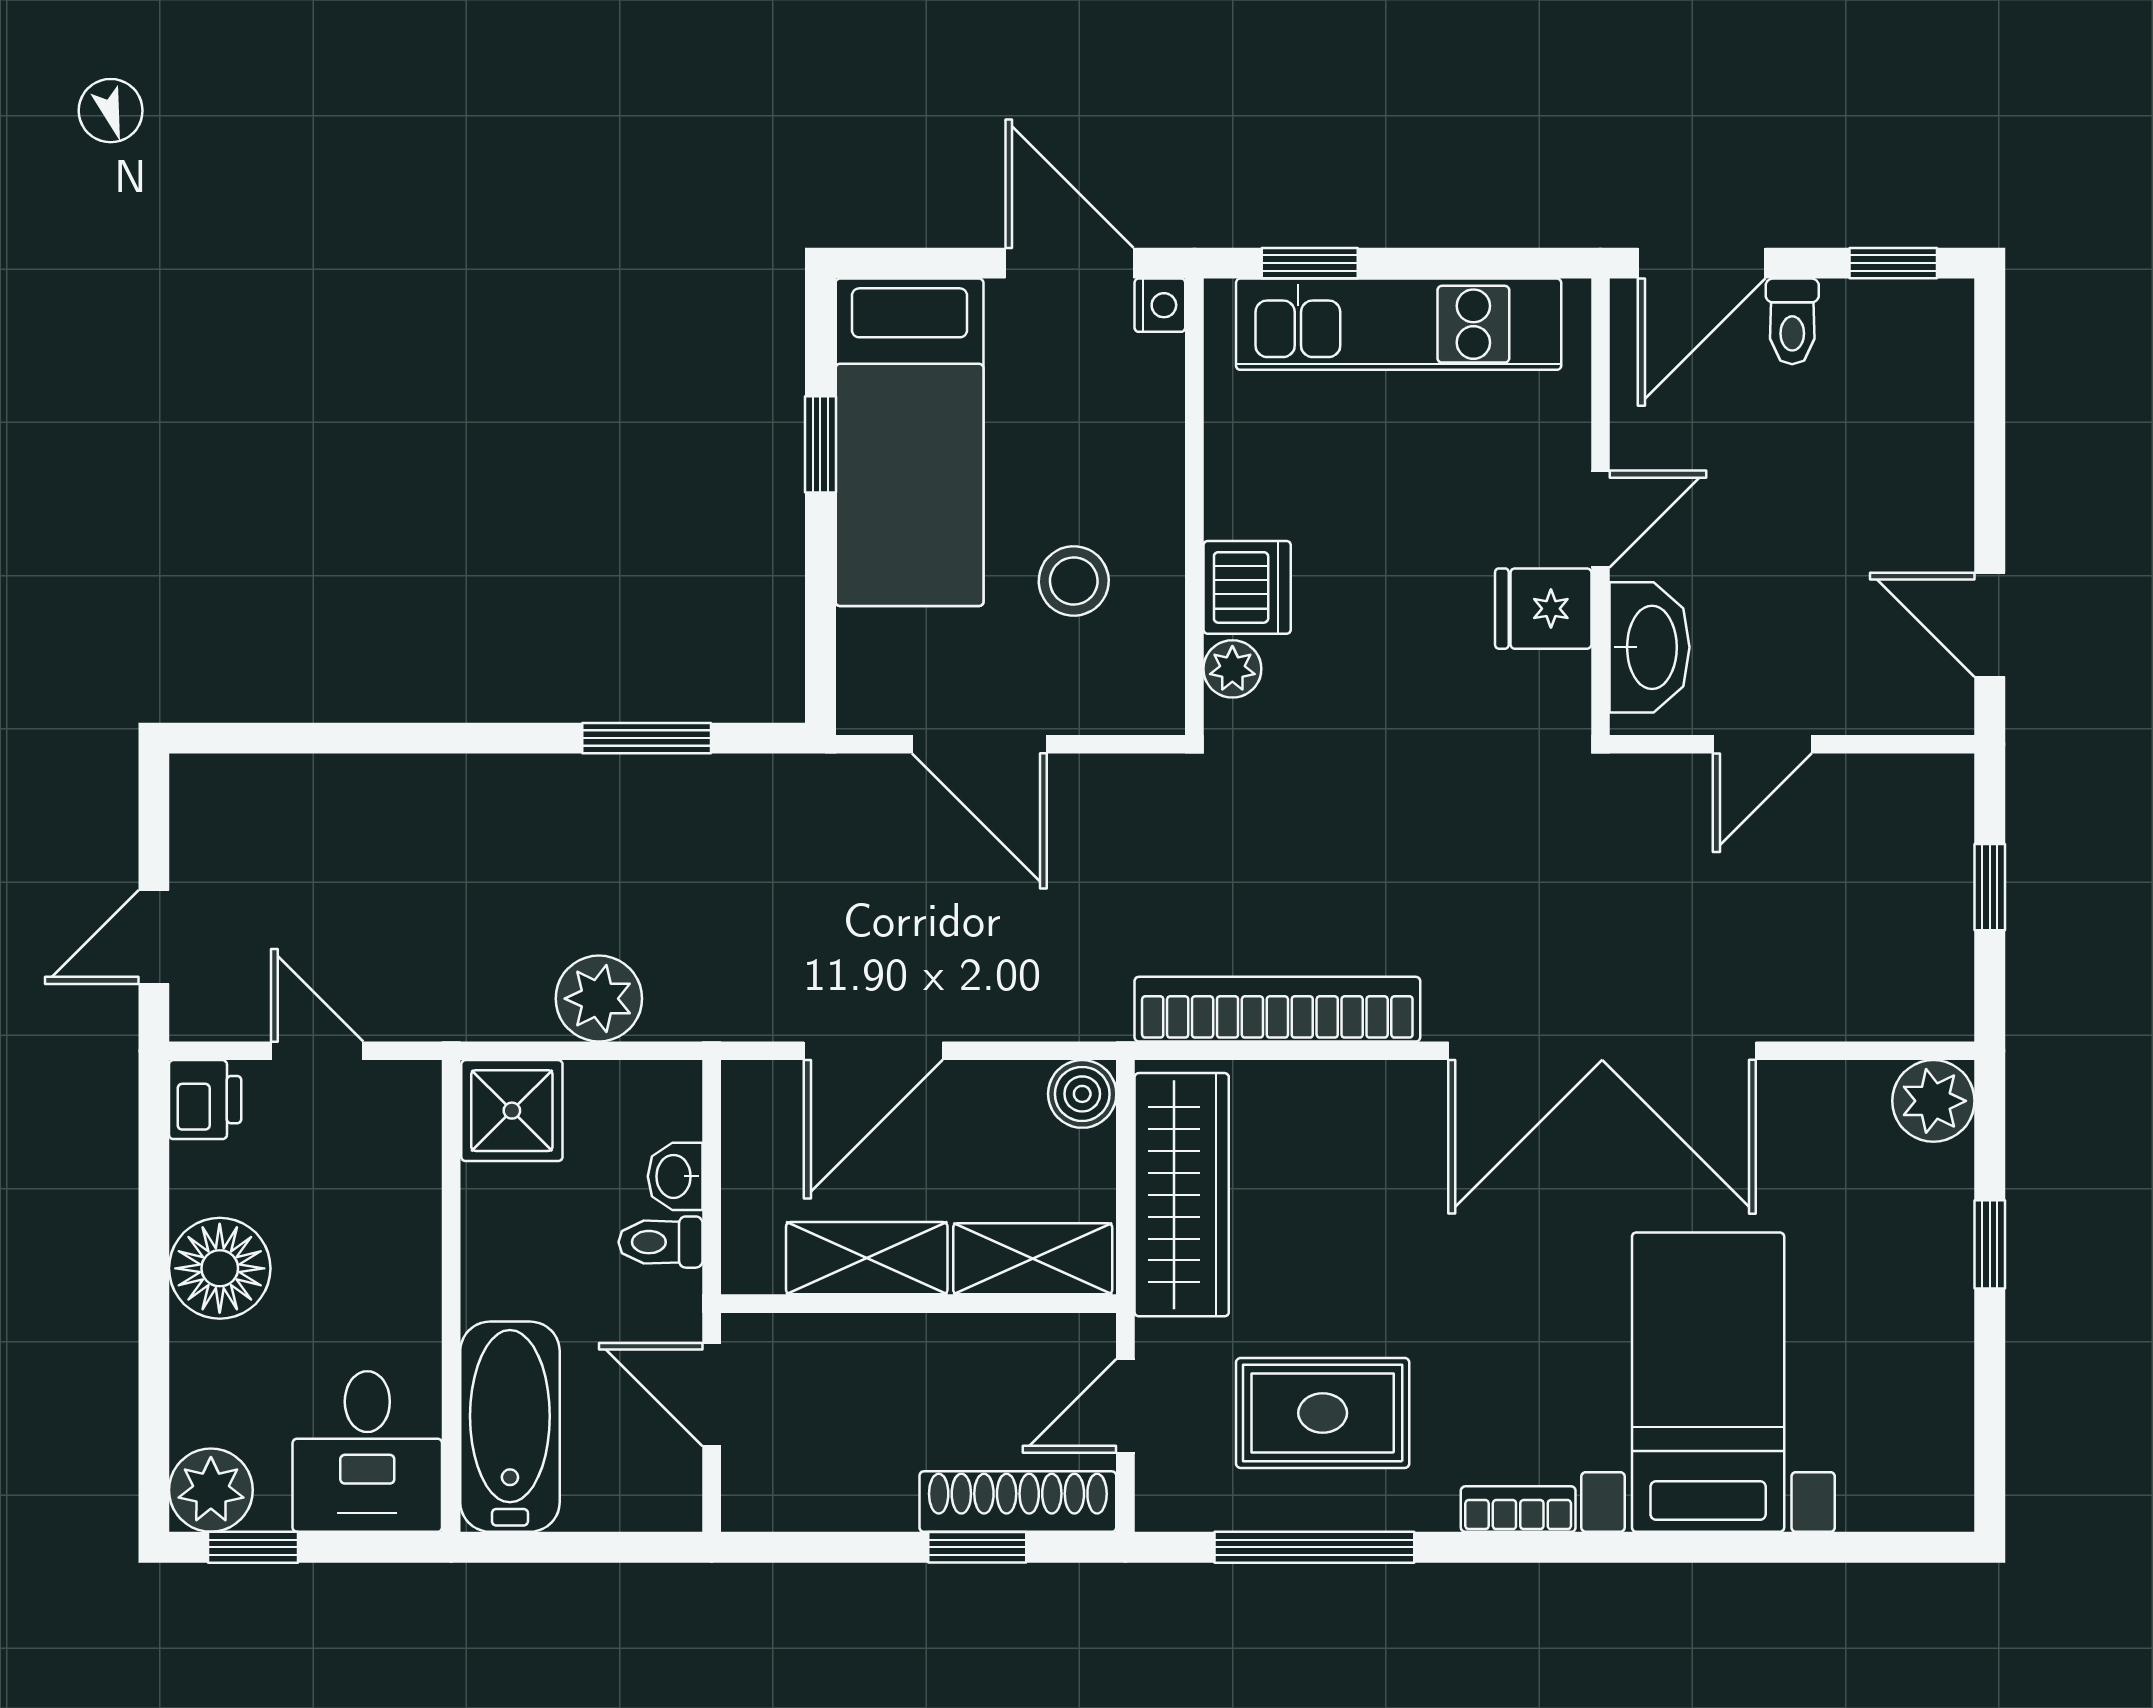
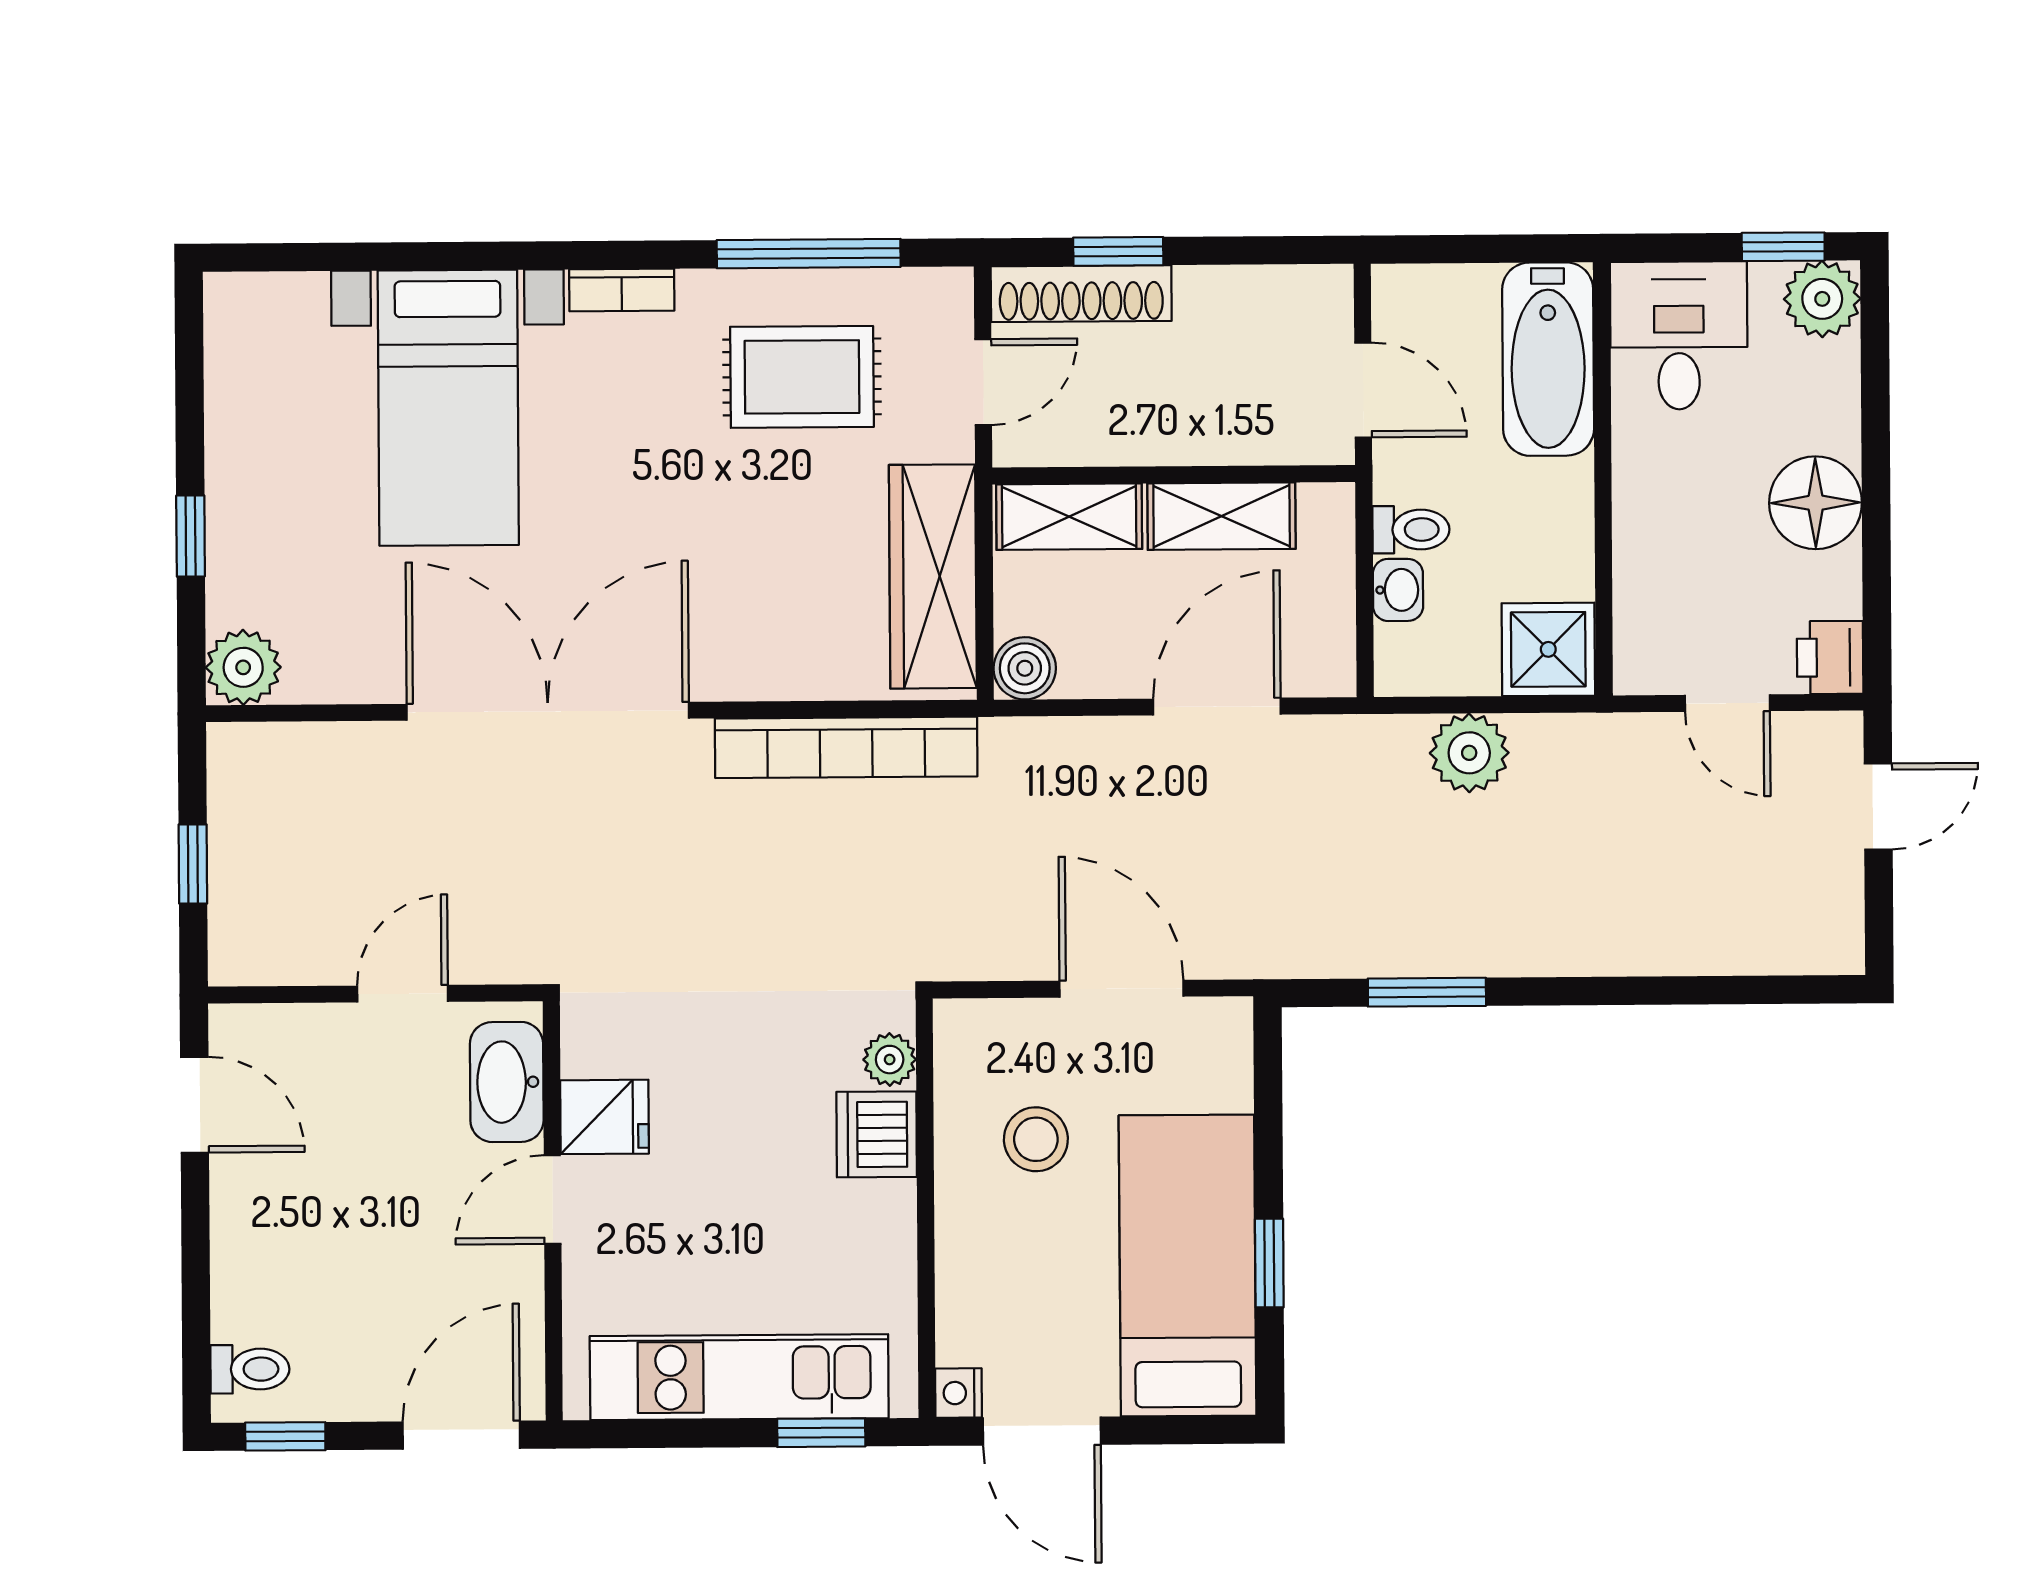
toilet: (1792, 321) -> (250, 1369), moved, turned 90

